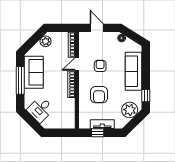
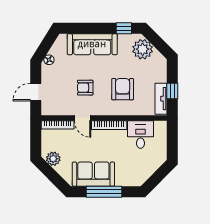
armchair: (99, 95) -> (123, 89), turned -90
desk: (40, 109) -> (141, 135), moved, turned -135
tv unit: (102, 124) -> (161, 99), moved

